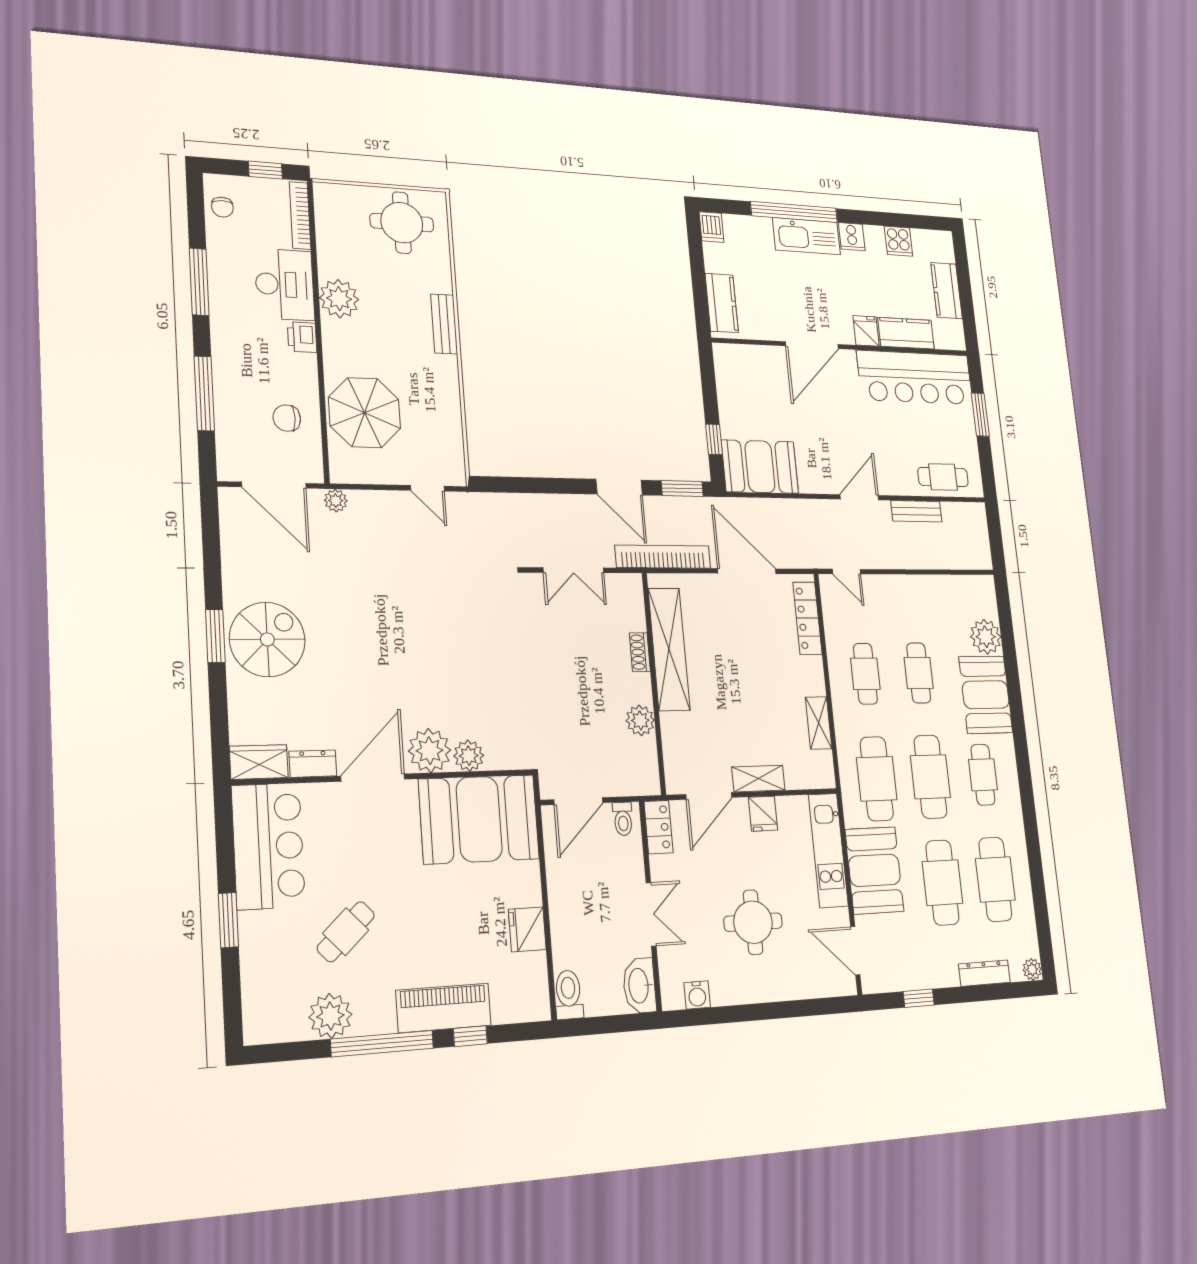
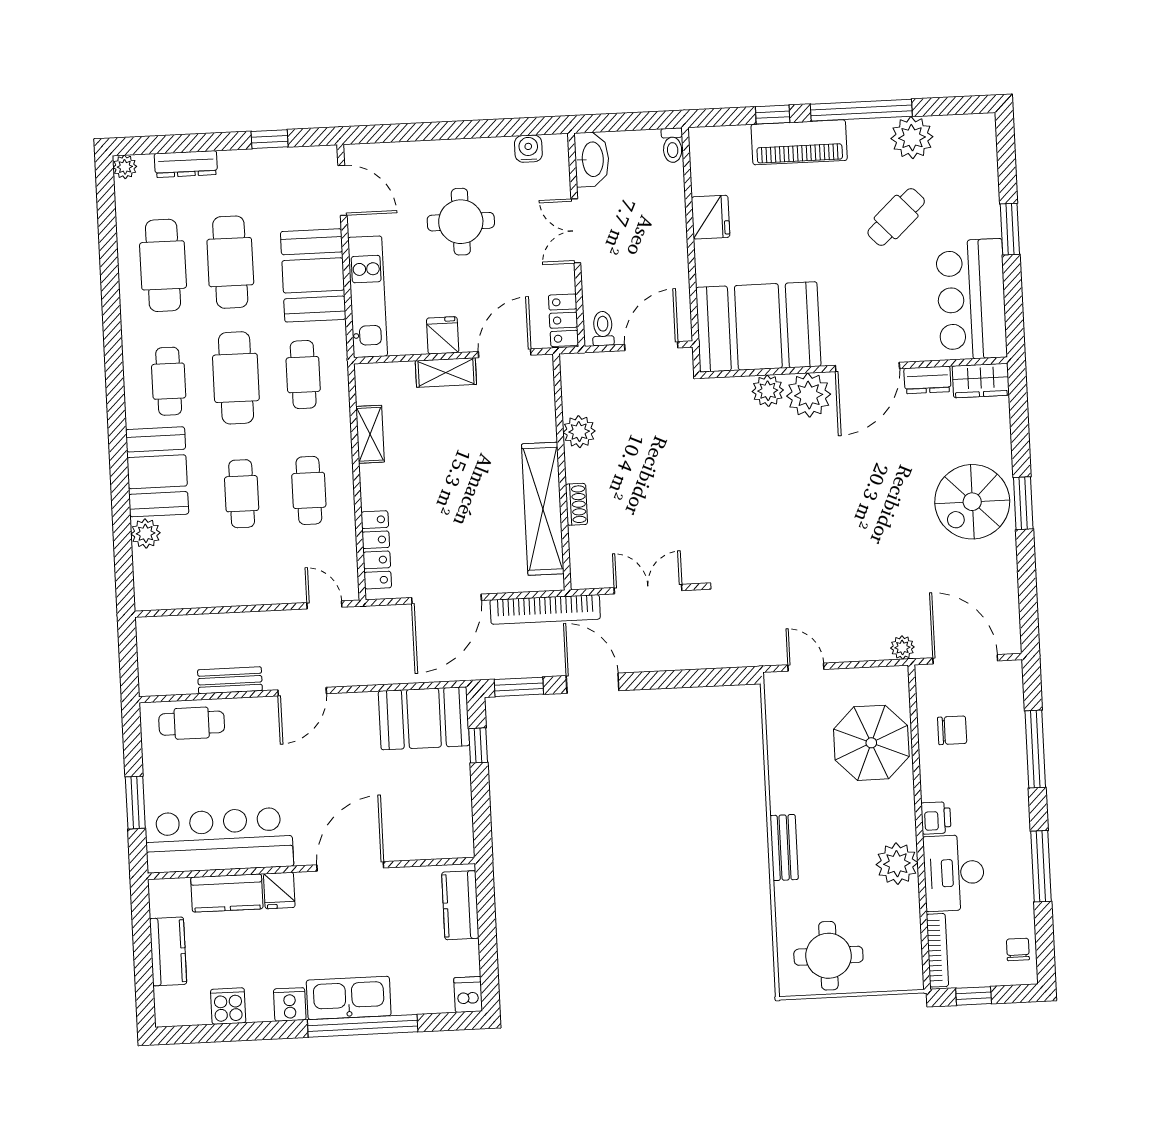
door: (747, 571) -> (447, 599), hinge flipped
plant: (986, 637) -> (146, 533), width x0.73, depth x0.73
cafe table: (877, 779) -> (303, 375), width x0.73, depth x0.74
toilet: (569, 995) -> (672, 145), width x0.73, depth x0.72

